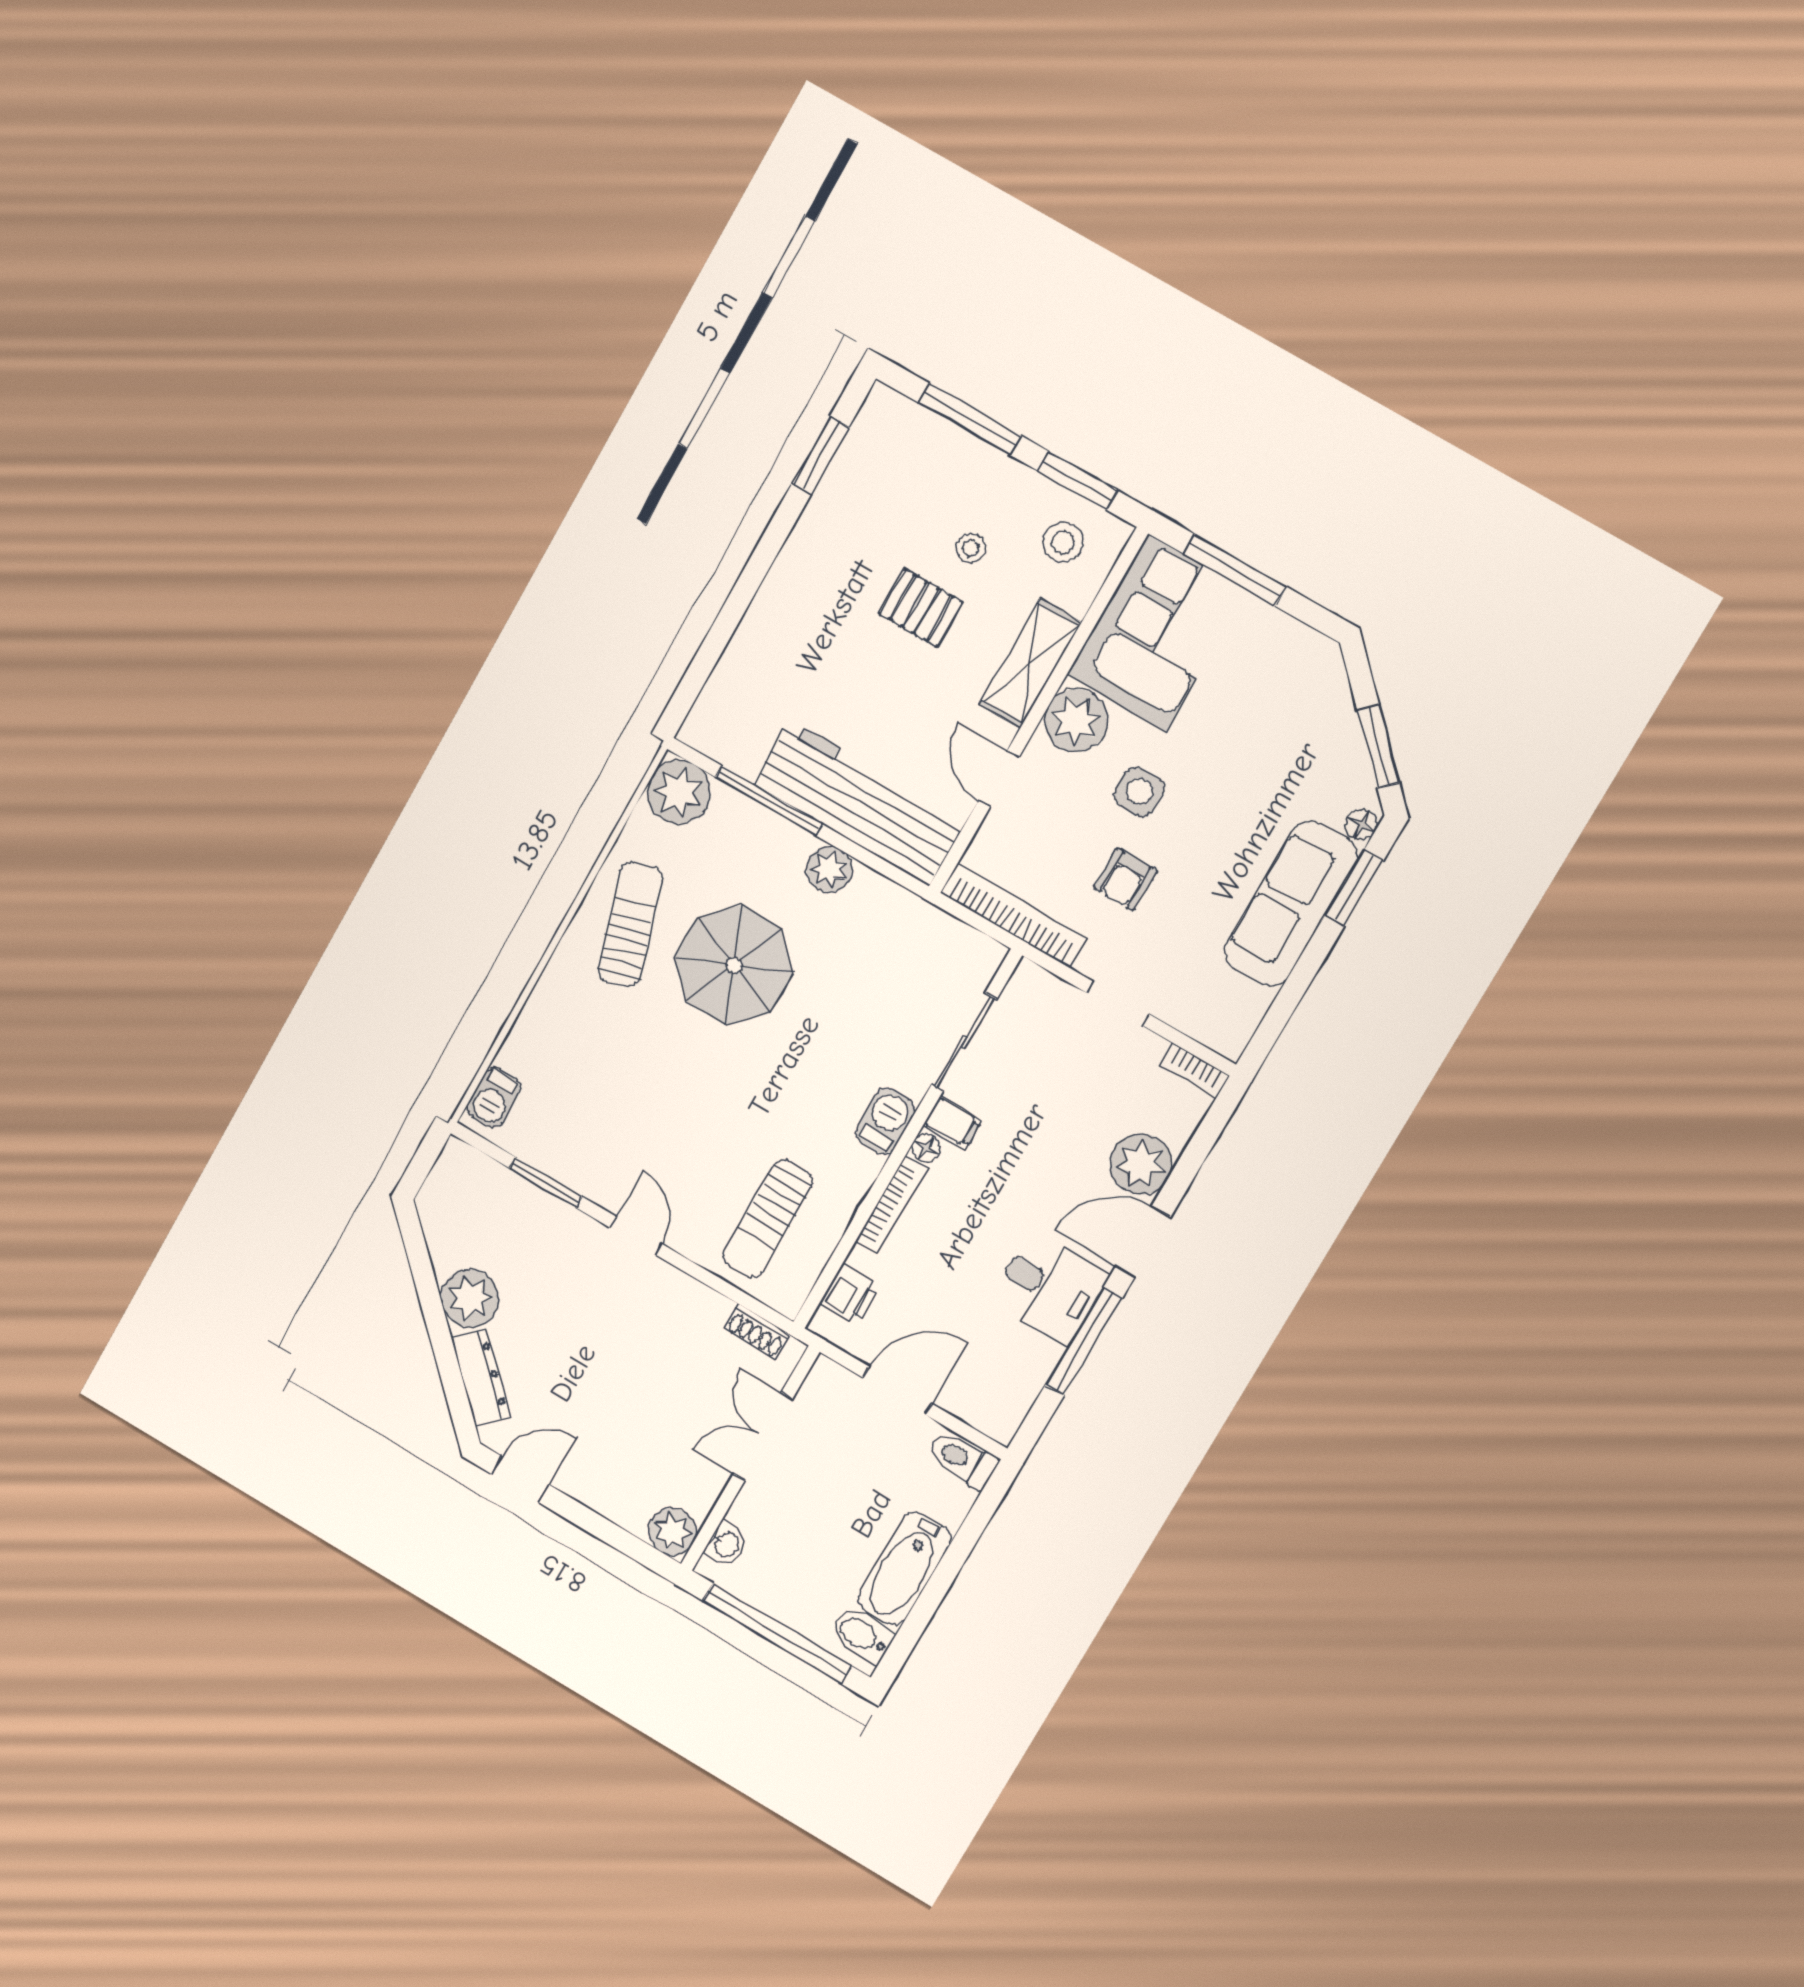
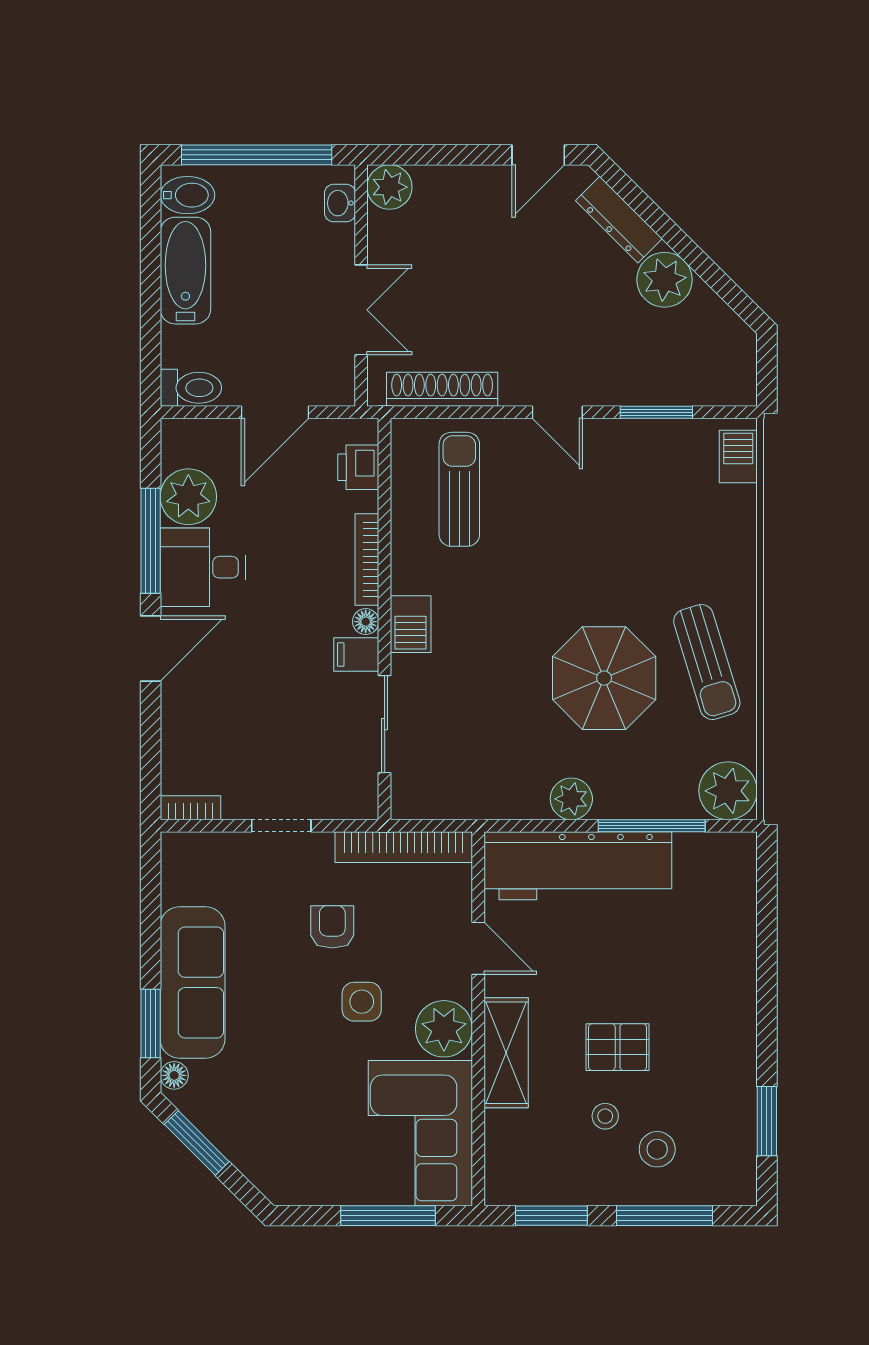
stool: (1063, 542) -> (657, 1149), moved
plant: (1141, 1164) -> (188, 497), moved
shoe rack: (757, 1332) -> (442, 389), width x1.94, depth x1.24

